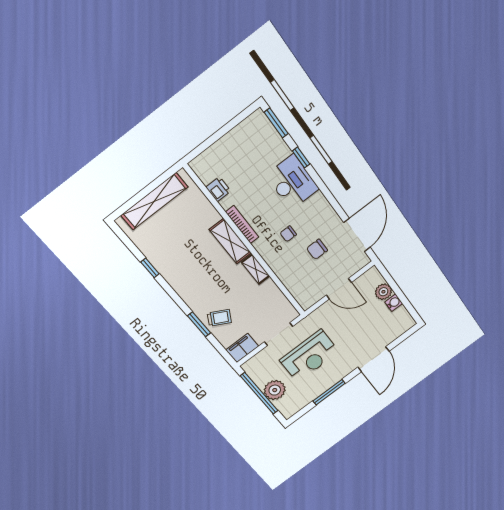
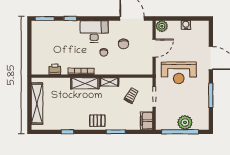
desk: (292, 182) -> (94, 31), moved
plant: (383, 292) -> (162, 26), moved
pallet: (195, 293) -> (97, 121), added
trolley: (219, 318) -> (131, 95), moved
reception desk: (309, 356) -> (179, 73), moved, turned 90

